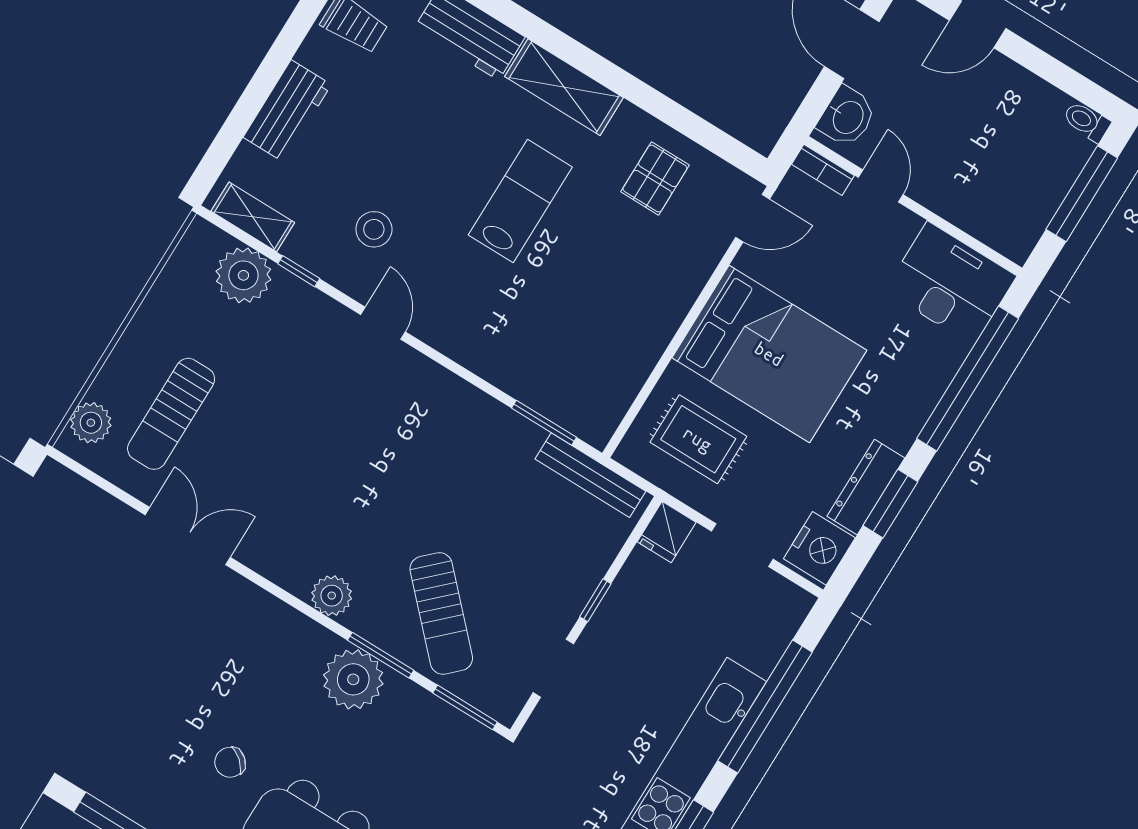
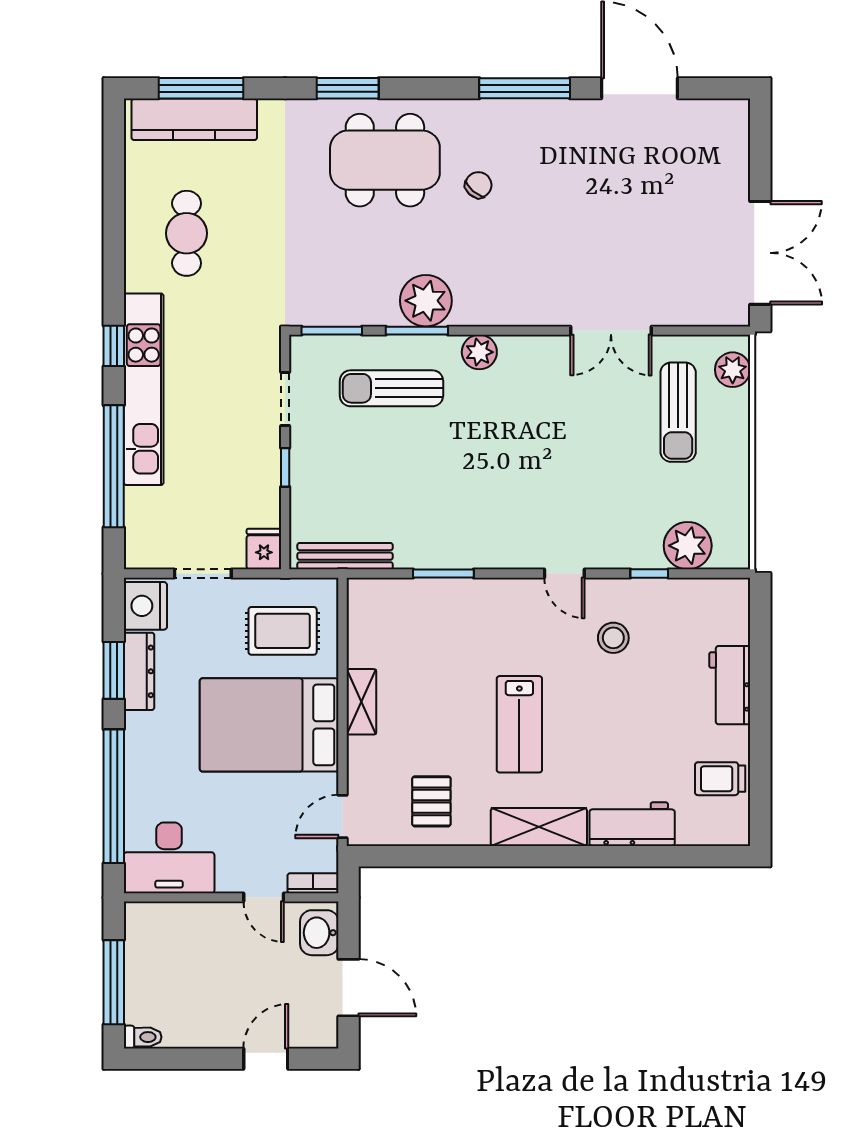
shelving: (253, 217) -> (361, 702), moved, turned 90
sun lounger: (171, 414) -> (678, 412), turned 180
window: (544, 423) -> (443, 574), moved
sun lounger: (441, 613) -> (391, 388), turned -46

